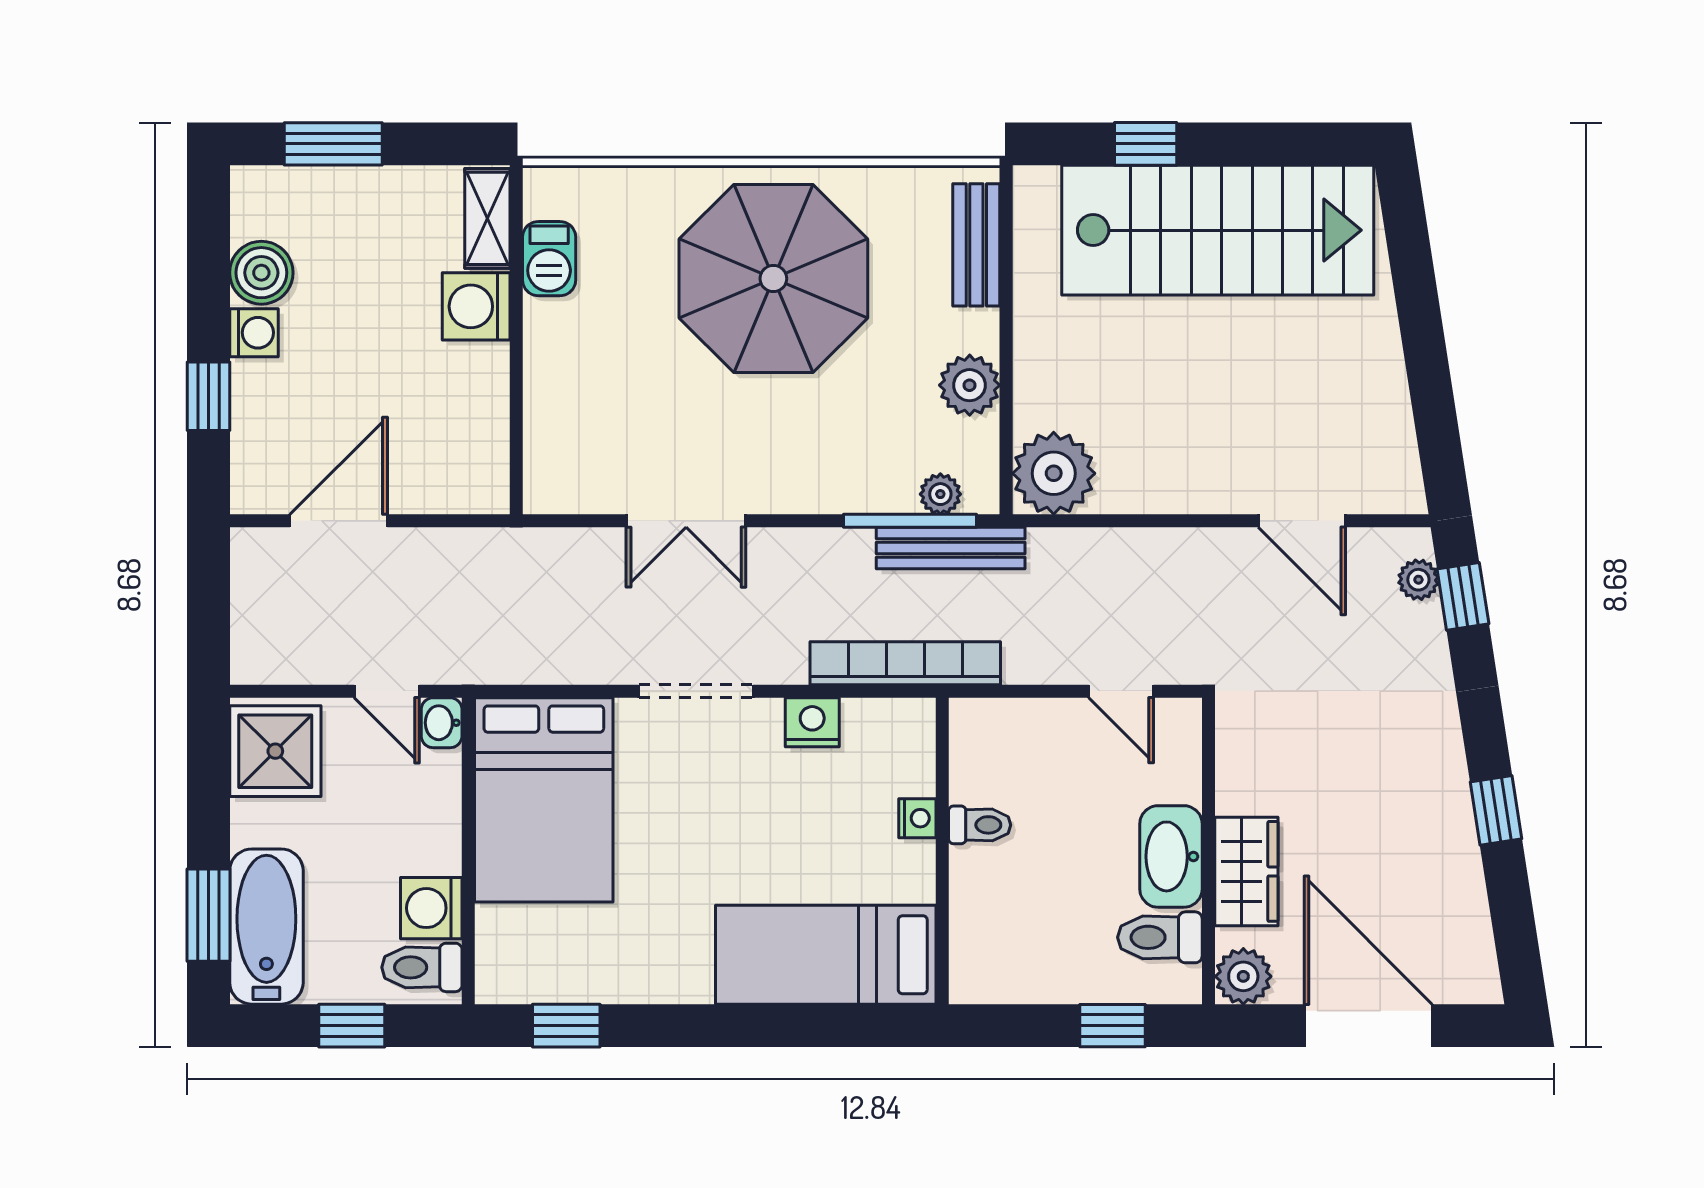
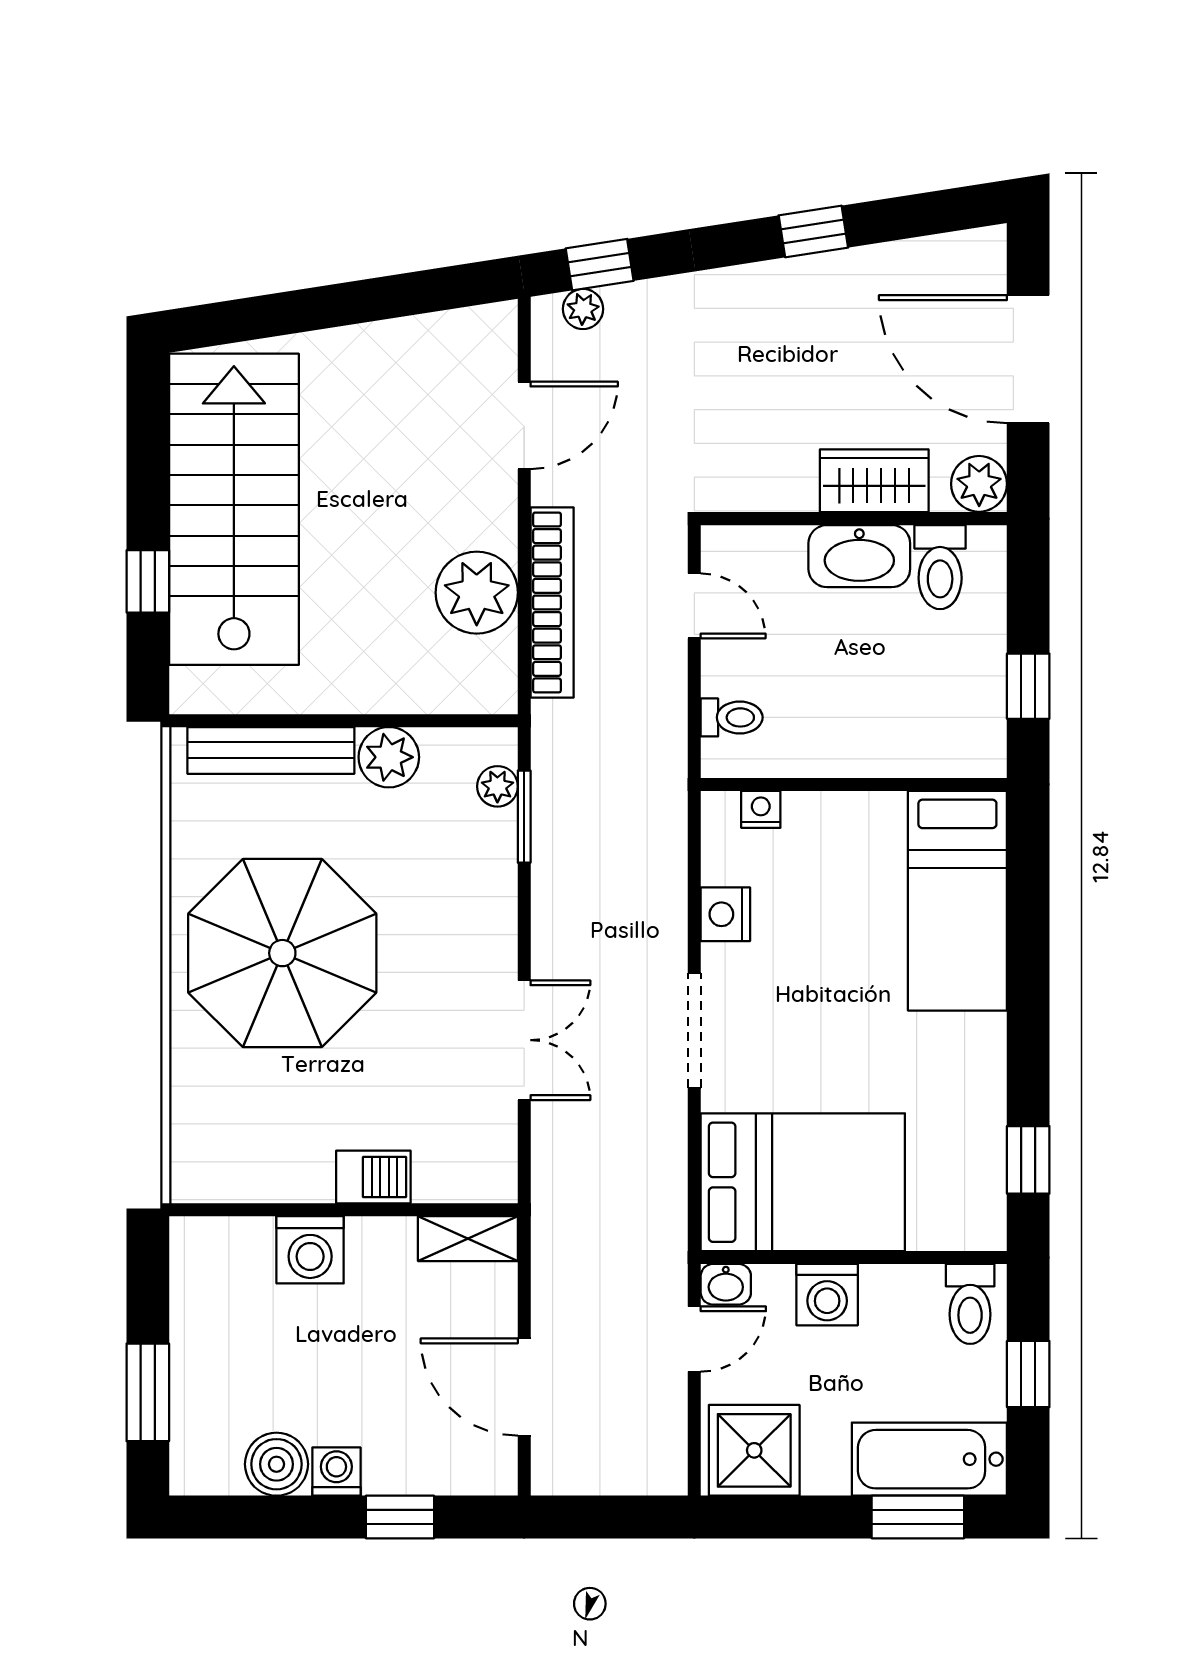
shelving: (487, 218) -> (468, 1239), moved
bench: (976, 245) -> (271, 750), width x1.36
barbecue: (549, 259) -> (373, 1177), moved
plant: (1054, 473) -> (477, 593), moved
window: (910, 521) -> (524, 817), width x0.69
bench: (951, 548) -> (551, 776), removed
bookcase: (905, 663) -> (552, 602), moved, turned 180
door: (1121, 691) -> (694, 606), hinge flipped
nightstand: (917, 818) -> (761, 809), moved
toilet: (980, 825) -> (732, 717), moved, turned 90
washing machine: (431, 908) -> (827, 1295), moved
window: (1112, 1026) -> (1028, 686), moved
door: (1368, 1026) -> (1028, 359), hinge flipped

